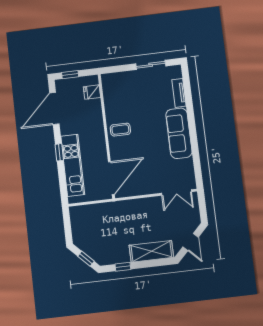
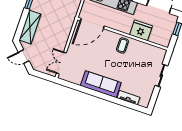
sliding door: (151, 65) -> (161, 76), moved
fridge: (92, 92) -> (141, 30), moved, width x1.88, depth x1.34
door: (111, 178) -> (92, 23), hinge flipped

